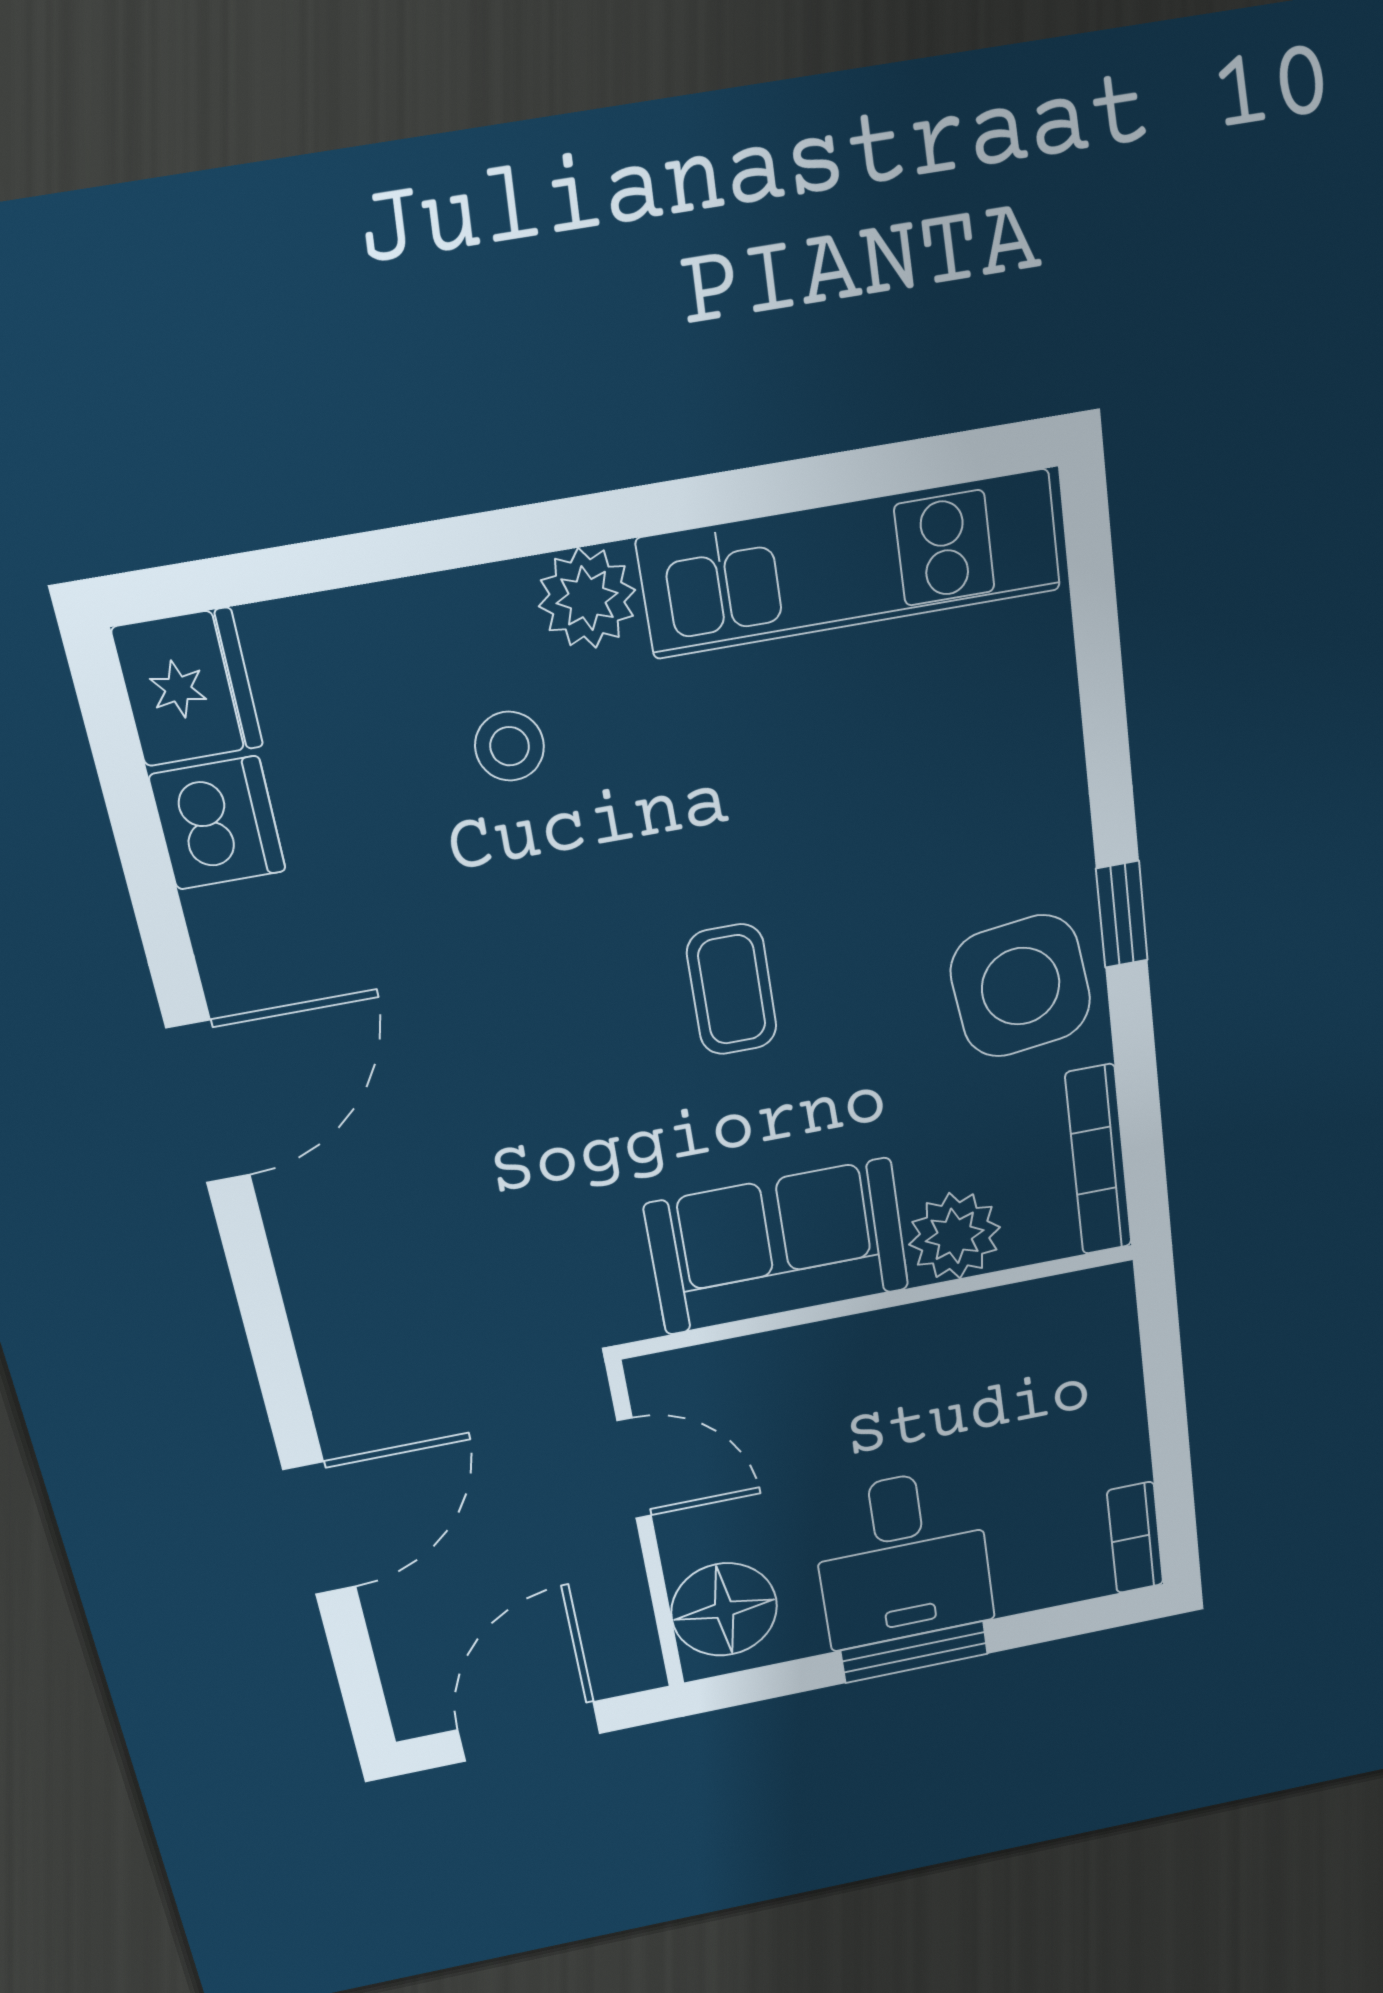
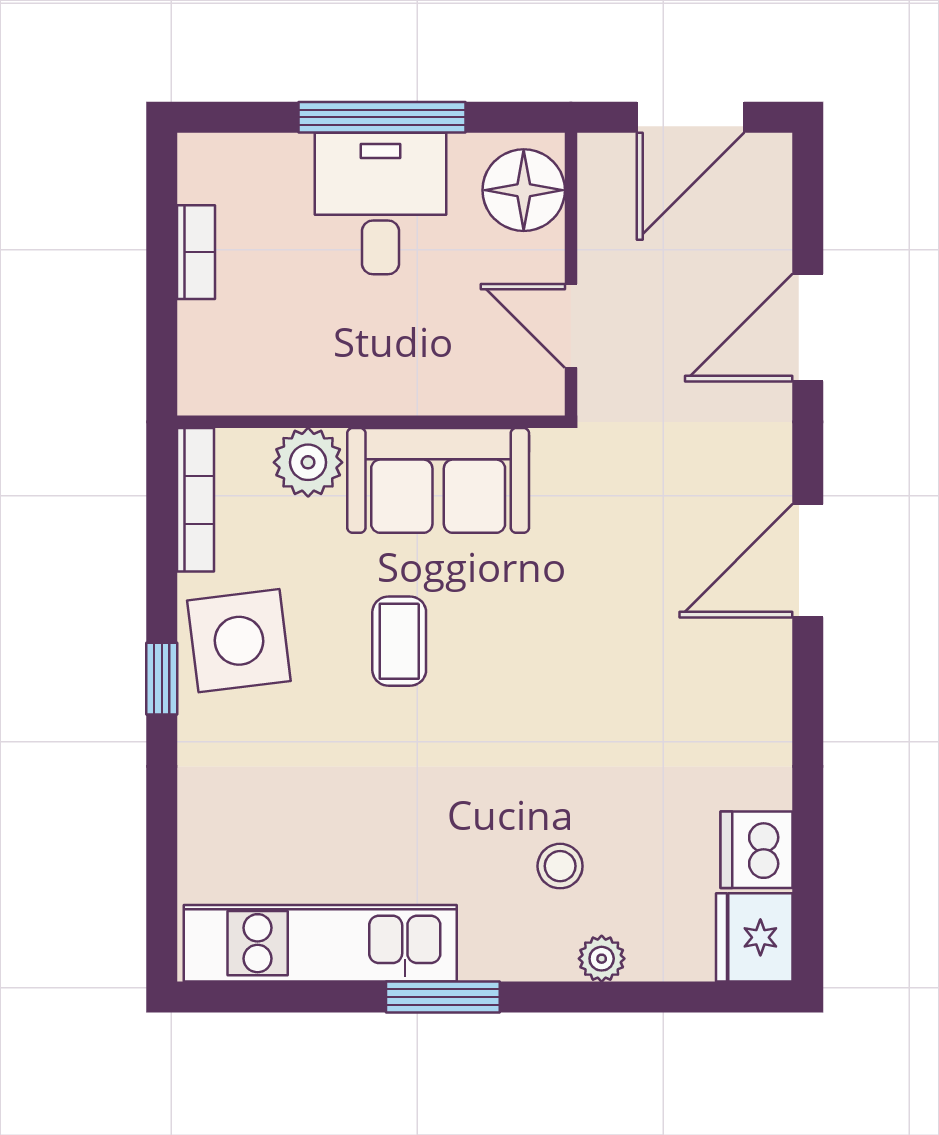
window: (651, 509) -> (443, 997), added
plant: (587, 598) -> (602, 959), moved, width x0.73, depth x0.73
coffee table: (732, 990) -> (399, 641), moved
door: (208, 1102) -> (808, 561), moved
bookcase: (1135, 1538) -> (196, 252), moved
window: (914, 1652) -> (382, 117), width x1.44

